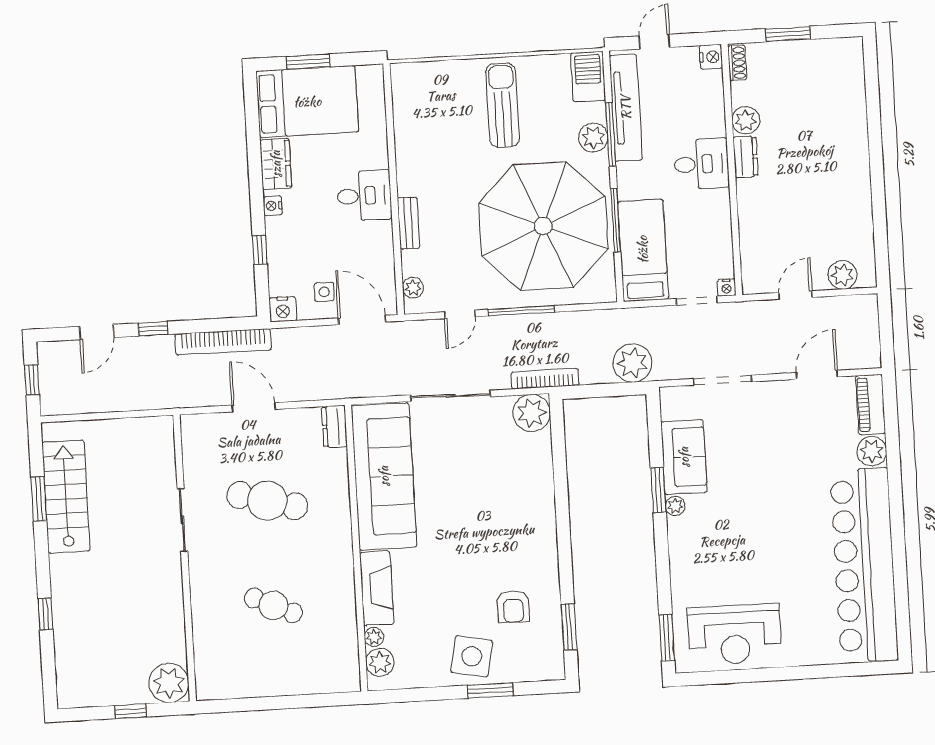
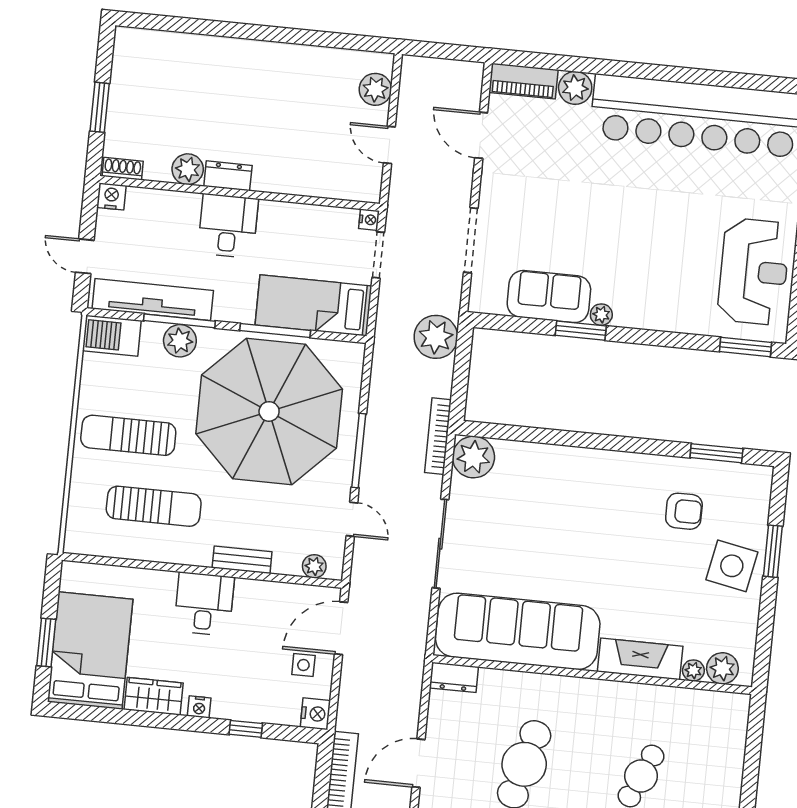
sun lounger: (443, 137) -> (154, 506), added

